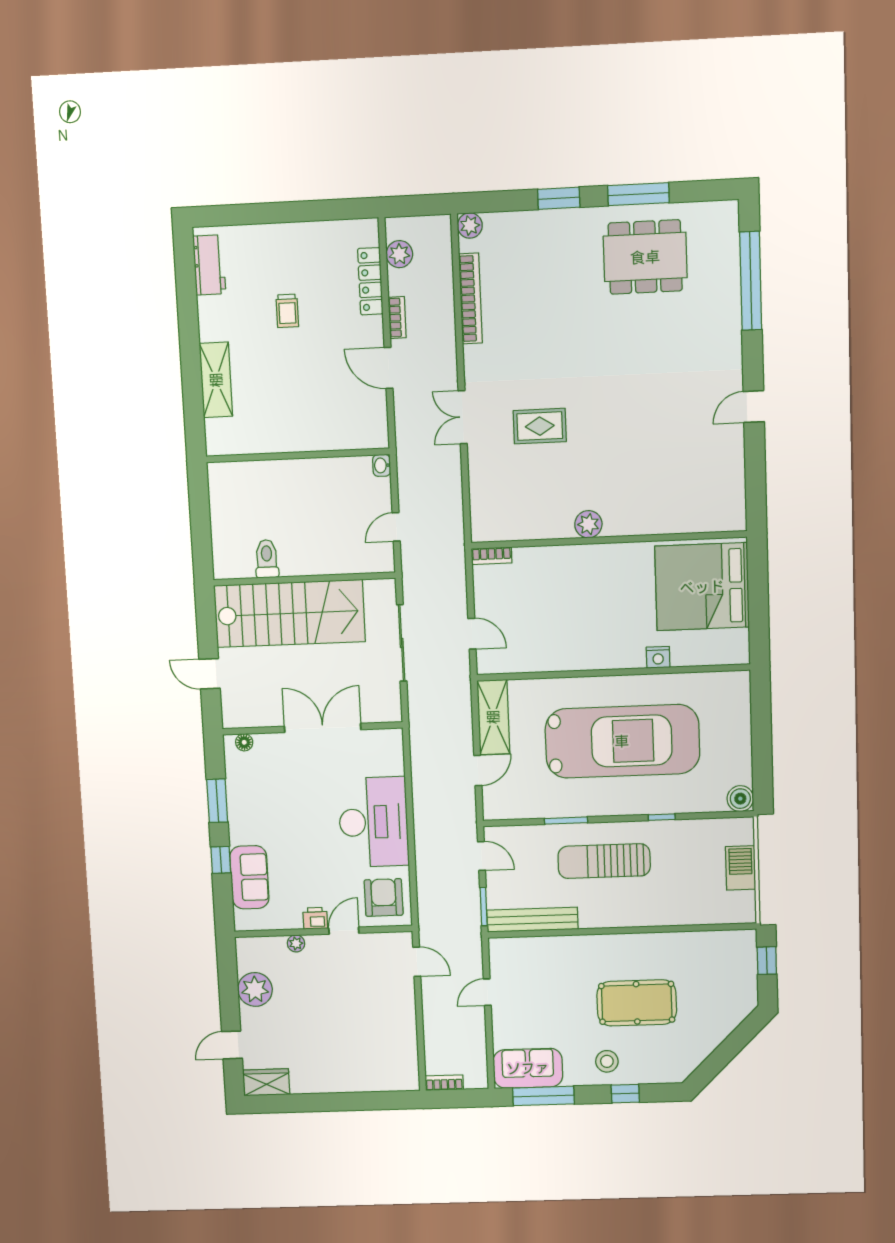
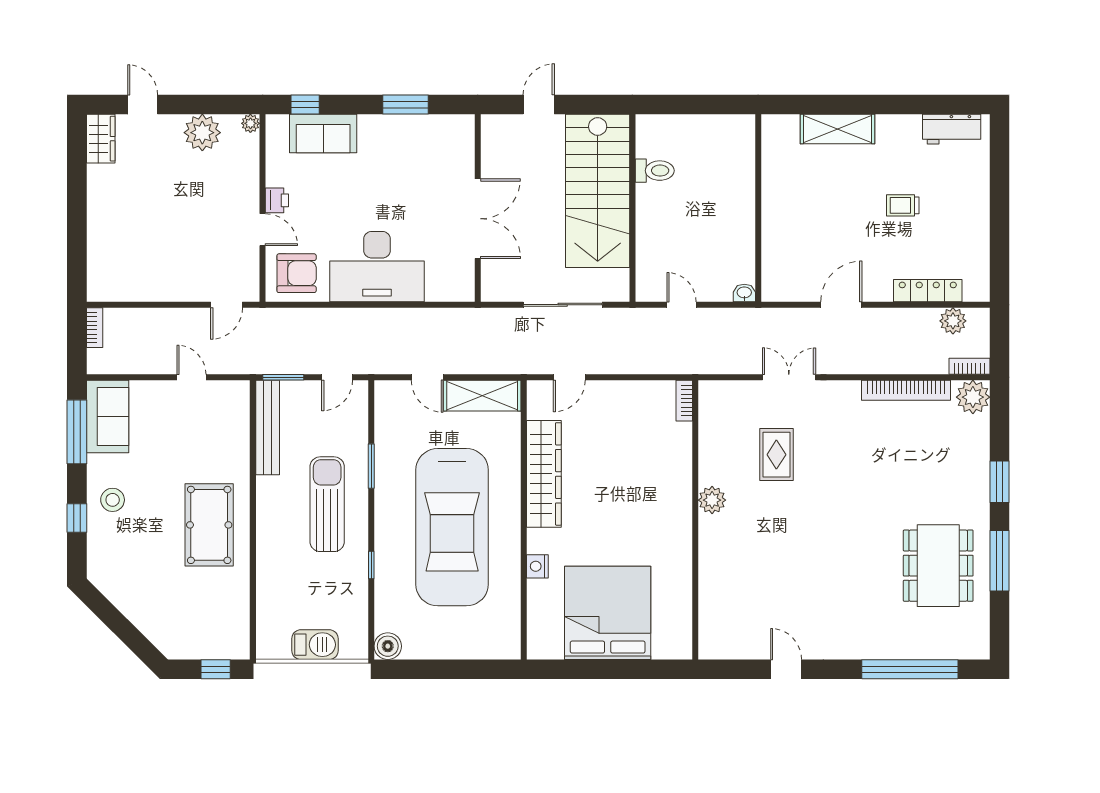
plant: (470, 225) -> (973, 397), width x1.36, depth x1.36
bookcase: (397, 318) -> (969, 366), moved, turned 180
plant: (588, 524) -> (712, 500), moved
wall: (609, 540) -> (695, 520), moved
bookcase: (492, 556) -> (684, 401), moved
wardrobe: (567, 655) -> (544, 474), added
floor lamp: (244, 742) -> (466, 136), removed
window: (221, 860) -> (305, 105), moved
plant: (296, 943) -> (250, 123), moved
pool table: (637, 1003) -> (209, 525), moved

